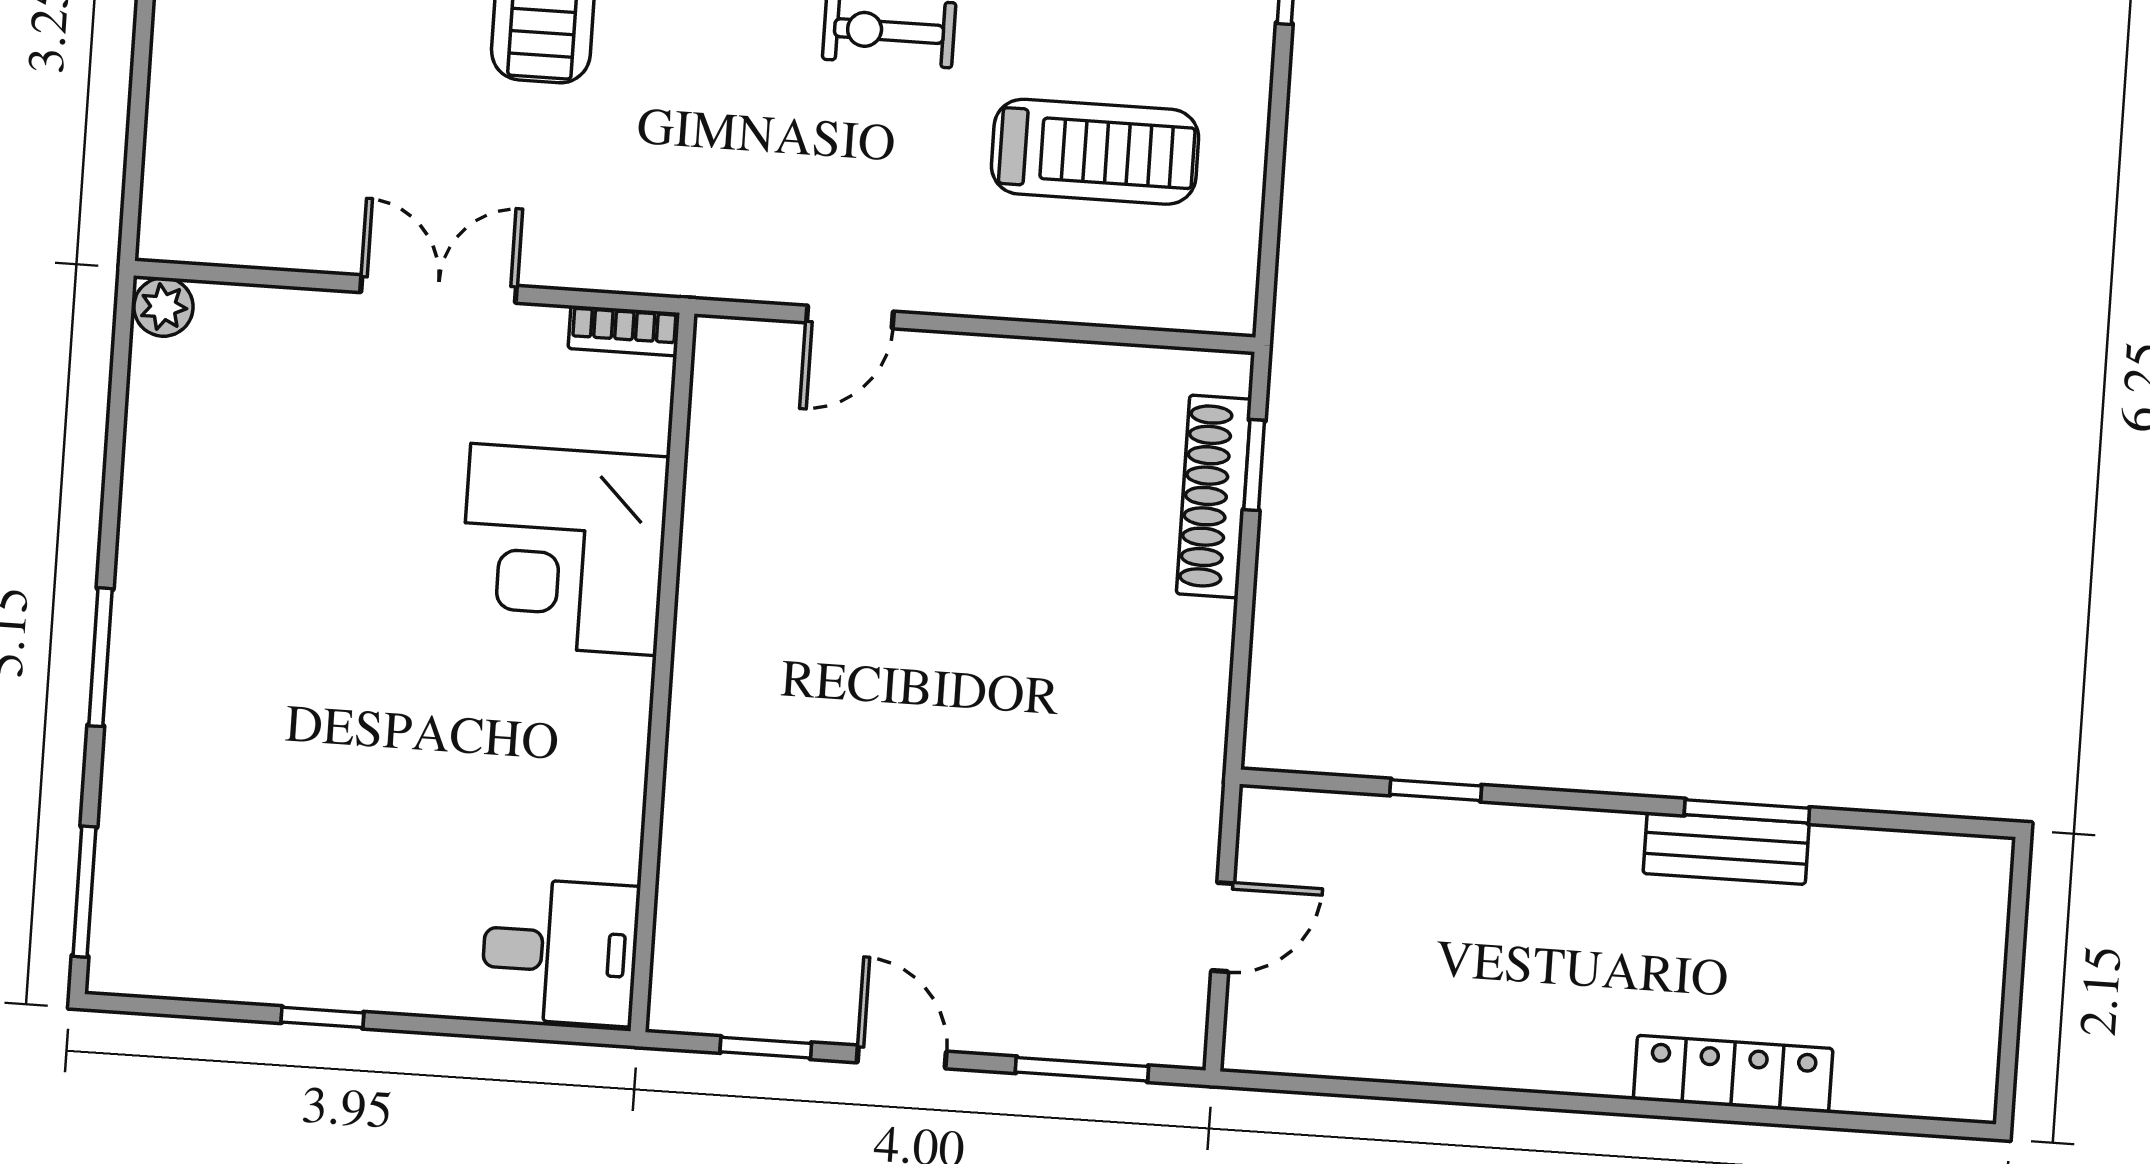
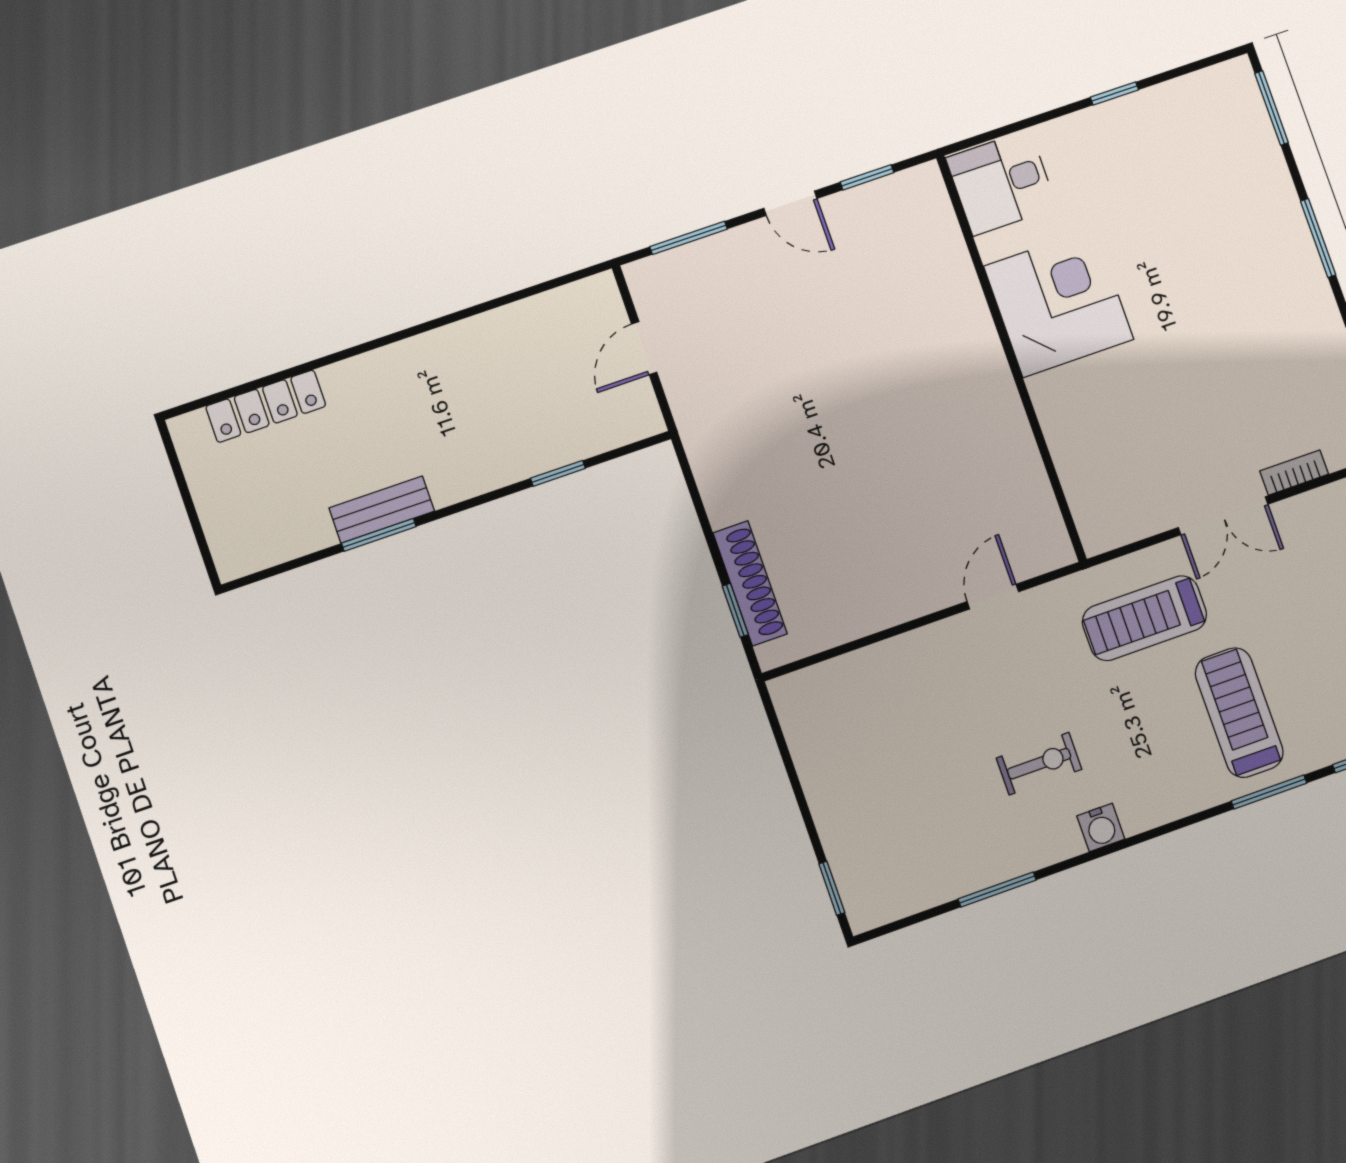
treadmill: (1095, 152) -> (1144, 618), moved
bookcase: (624, 331) -> (1294, 473), moved
corner desk: (564, 550) -> (1059, 303), moved
locker: (1733, 1074) -> (266, 406), moved

